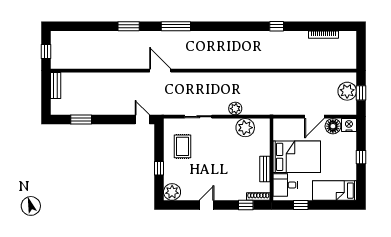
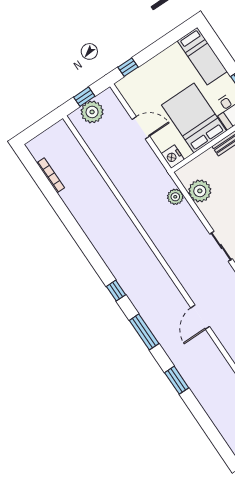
window: (277, 26) -> (116, 291), moved
plant: (235, 109) -> (175, 197), moved
nightstand: (349, 125) -> (173, 157), moved
floor lamp: (333, 126) -> (138, 102), removed
window: (361, 157) -> (128, 67), moved

